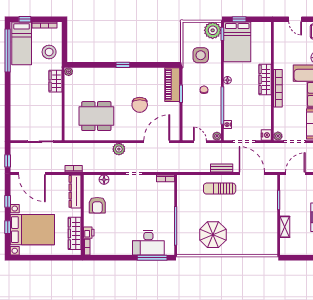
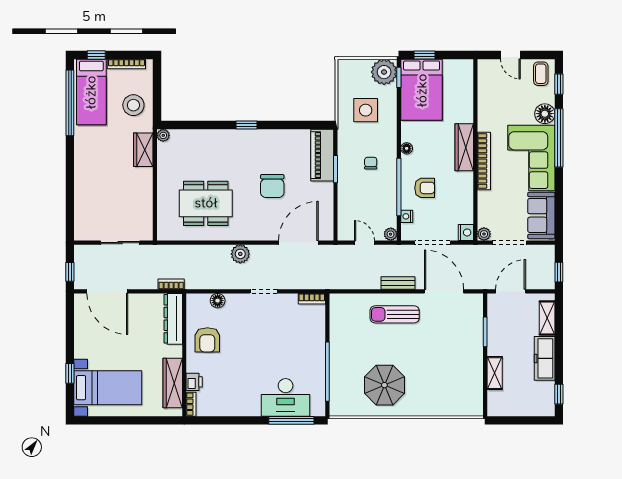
armchair: (239, 106) -> (425, 188), added
window: (8, 201) -> (70, 334), removed
bed with nightstands: (32, 230) -> (108, 388), width x0.73

